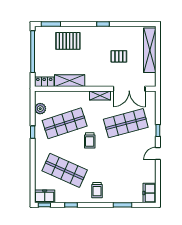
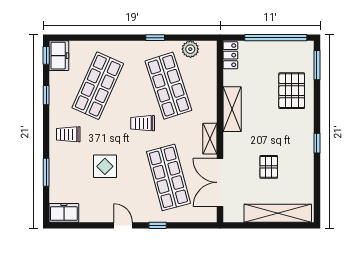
shelving: (70, 81) -> (232, 109), moved
display table: (118, 166) -> (105, 166), added

